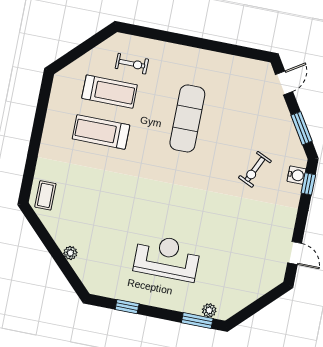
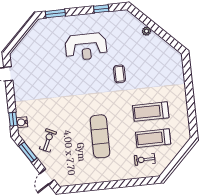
treadmill: (101, 132) -> (151, 112), turned 180
exercise bike: (255, 169) -> (48, 140), moved
coffee table: (45, 195) -> (119, 74), moved
plant: (209, 310) -> (50, 22), removed

